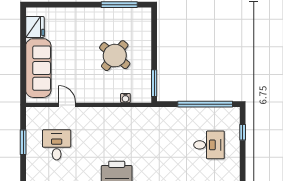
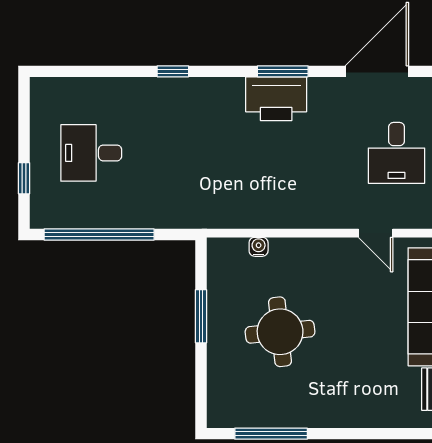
round table: (115, 56) -> (280, 332), turned 45
window: (154, 83) -> (201, 316), moved

